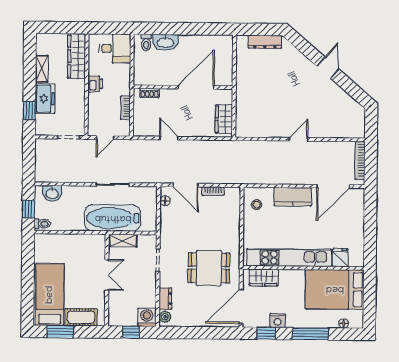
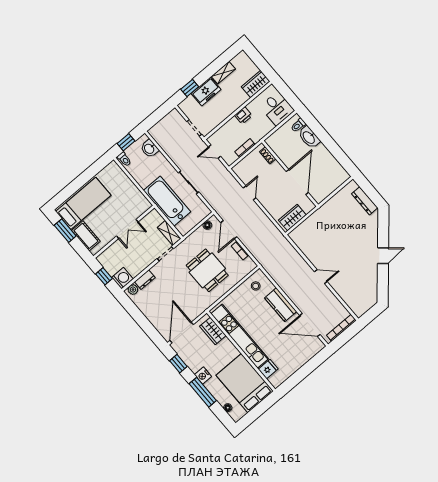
wardrobe: (77, 56) -> (256, 84), width x0.67
door: (196, 87) -> (297, 182), hinge flipped
shelving: (123, 241) -> (169, 233), moved
dining table: (209, 268) -> (207, 270), moved
door: (241, 307) -> (182, 333), hinge flipped
nightstand: (278, 321) -> (203, 376), moved

